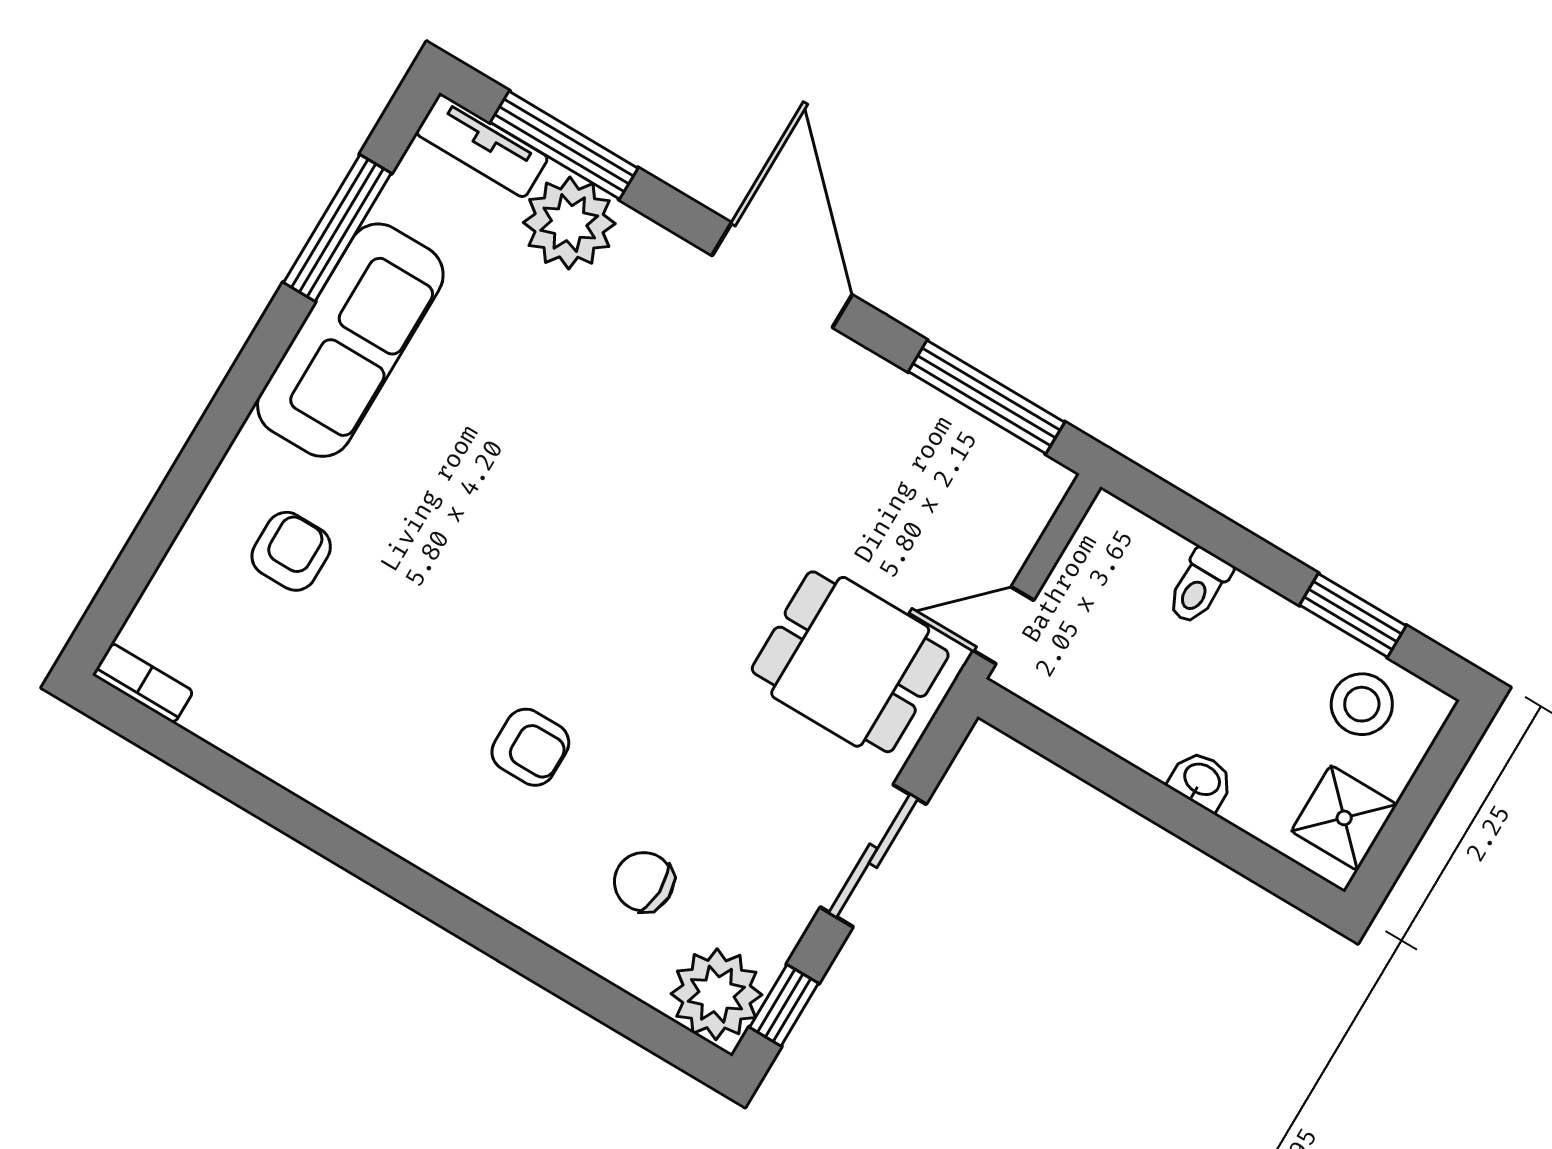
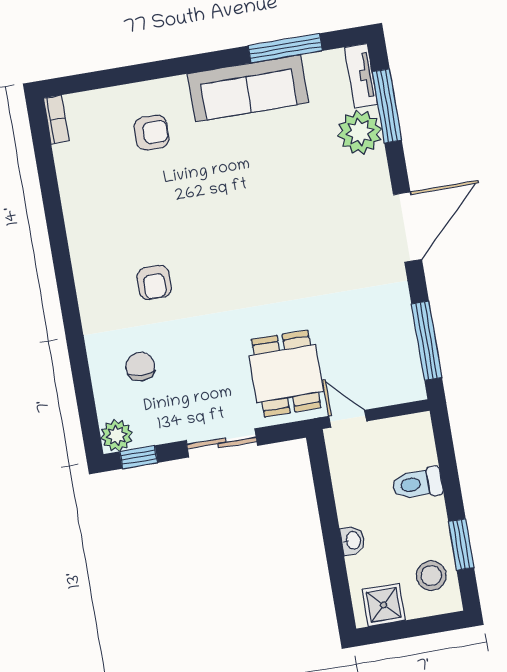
toilet: (1199, 587) -> (417, 484), width x1.37, depth x1.39
plant: (716, 994) -> (117, 435), width x0.73, depth x0.73

